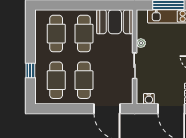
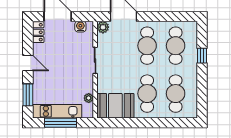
plant: (141, 43) -> (89, 98), moved
plant: (127, 98) -> (103, 27), added

